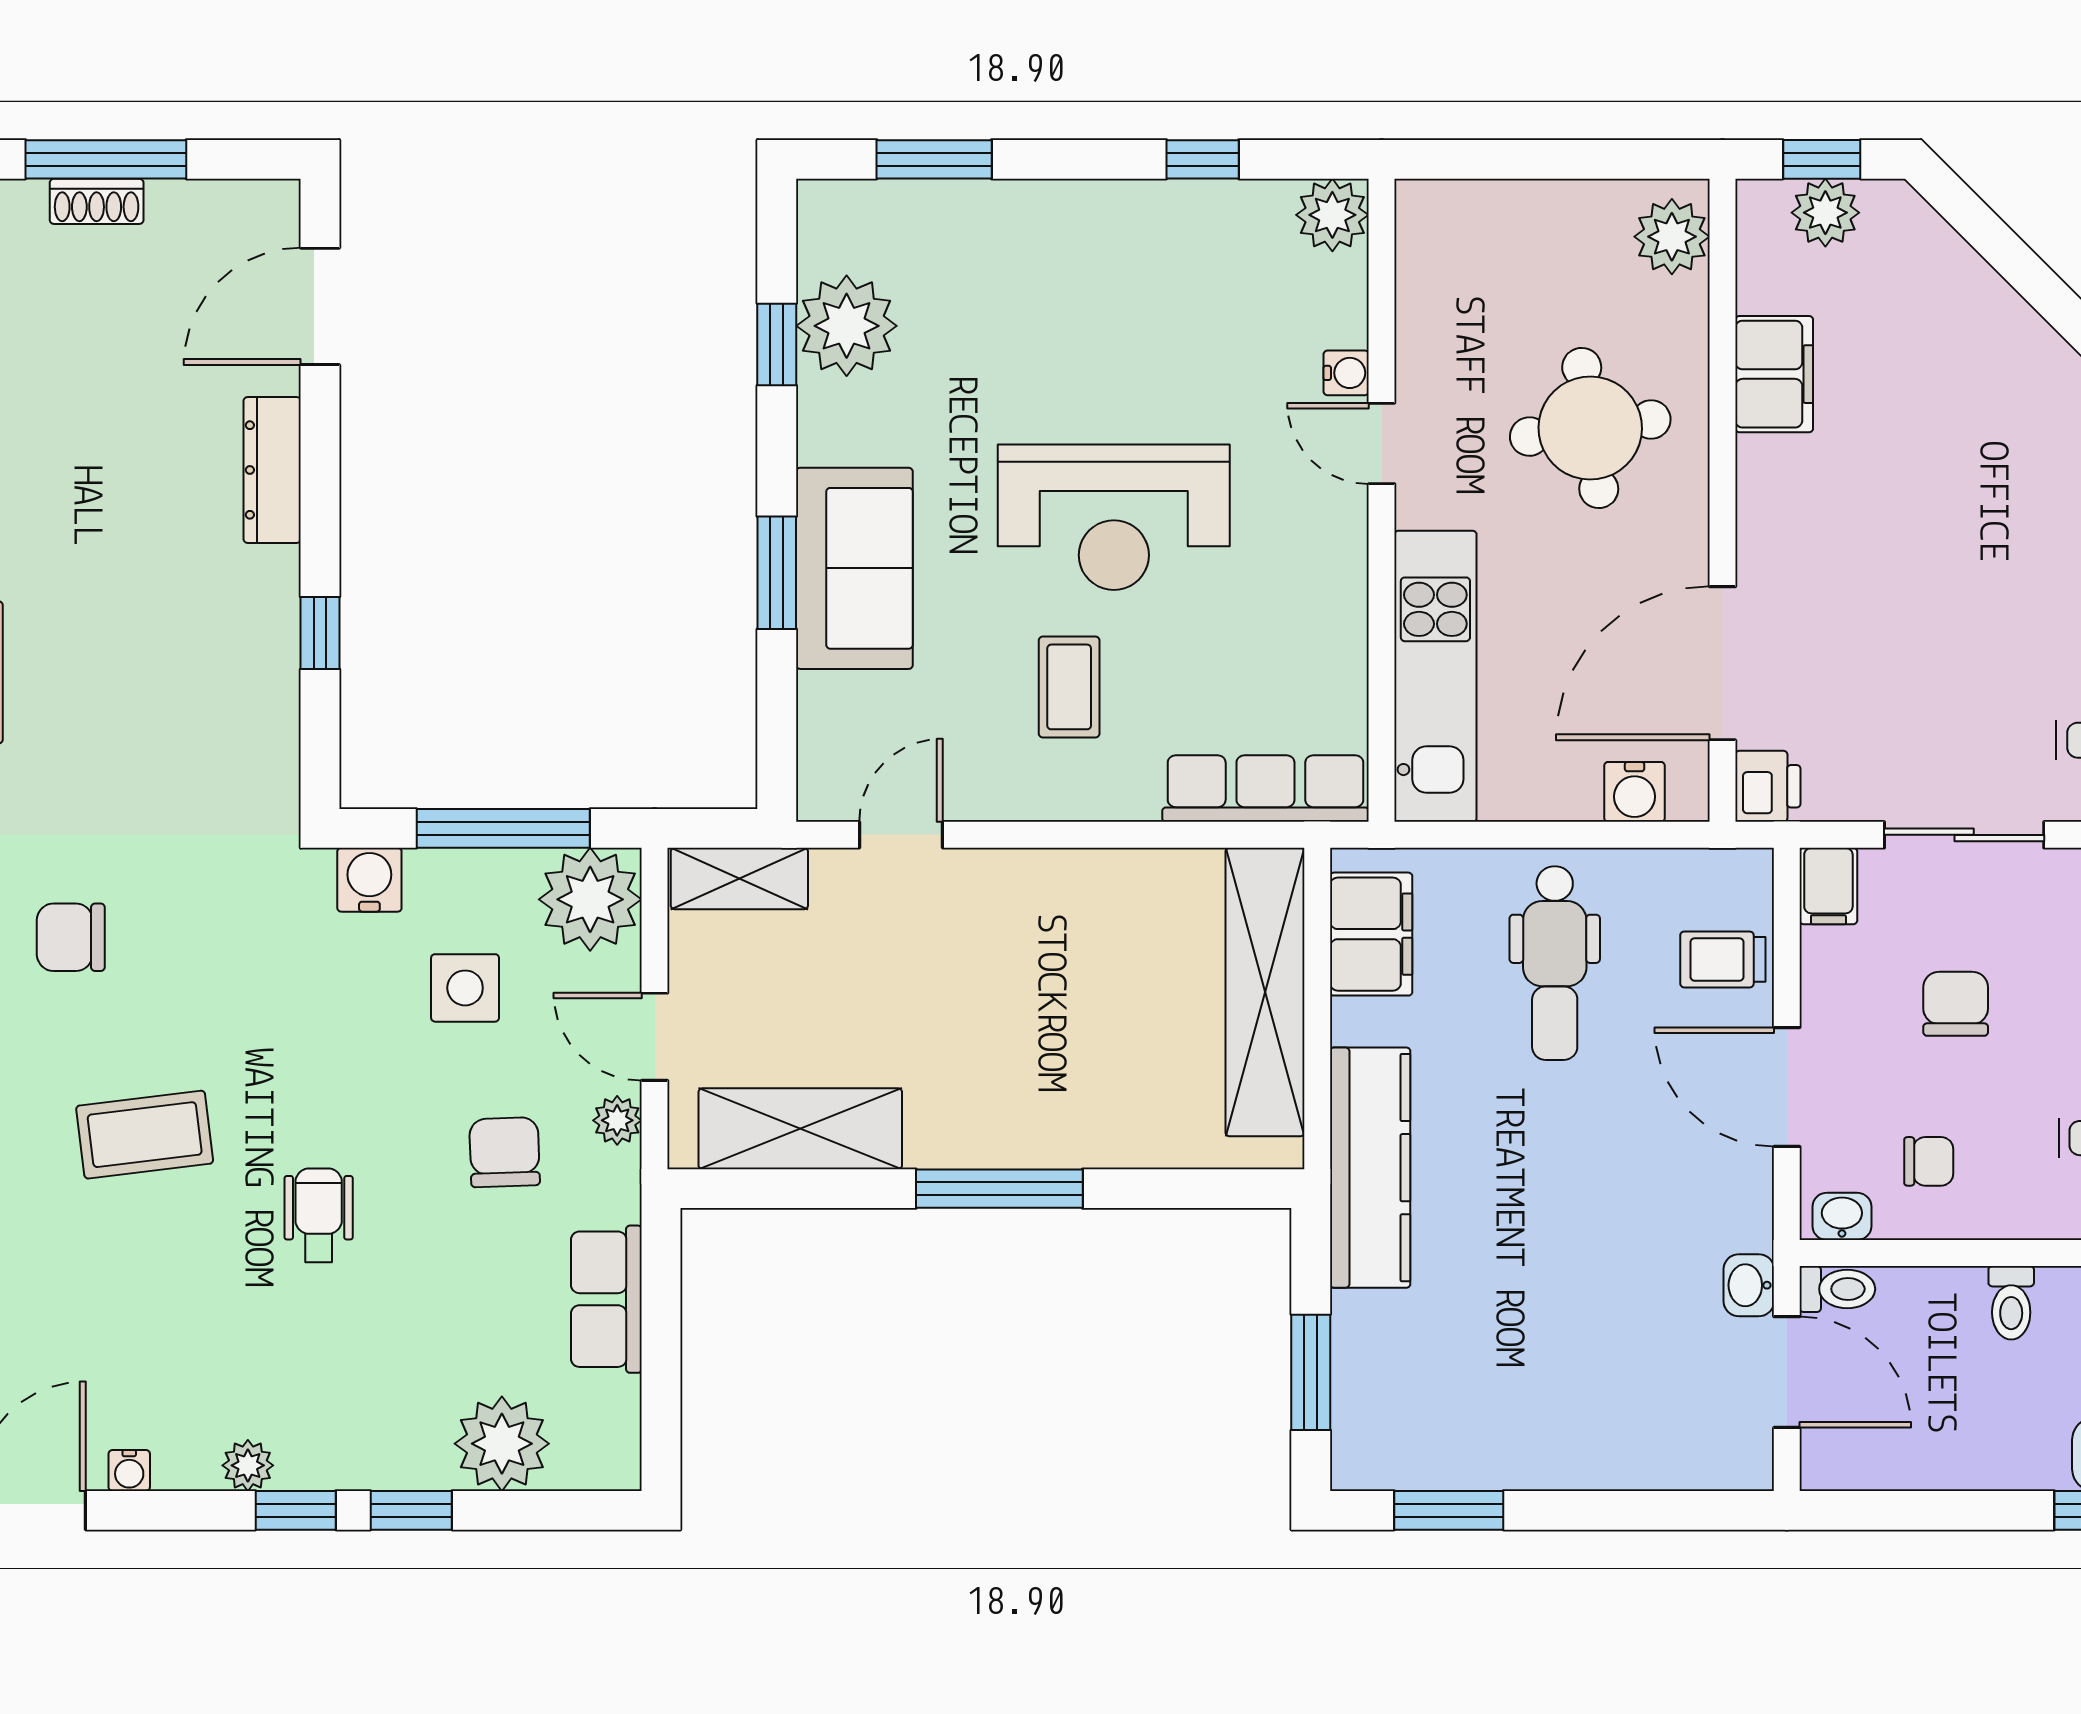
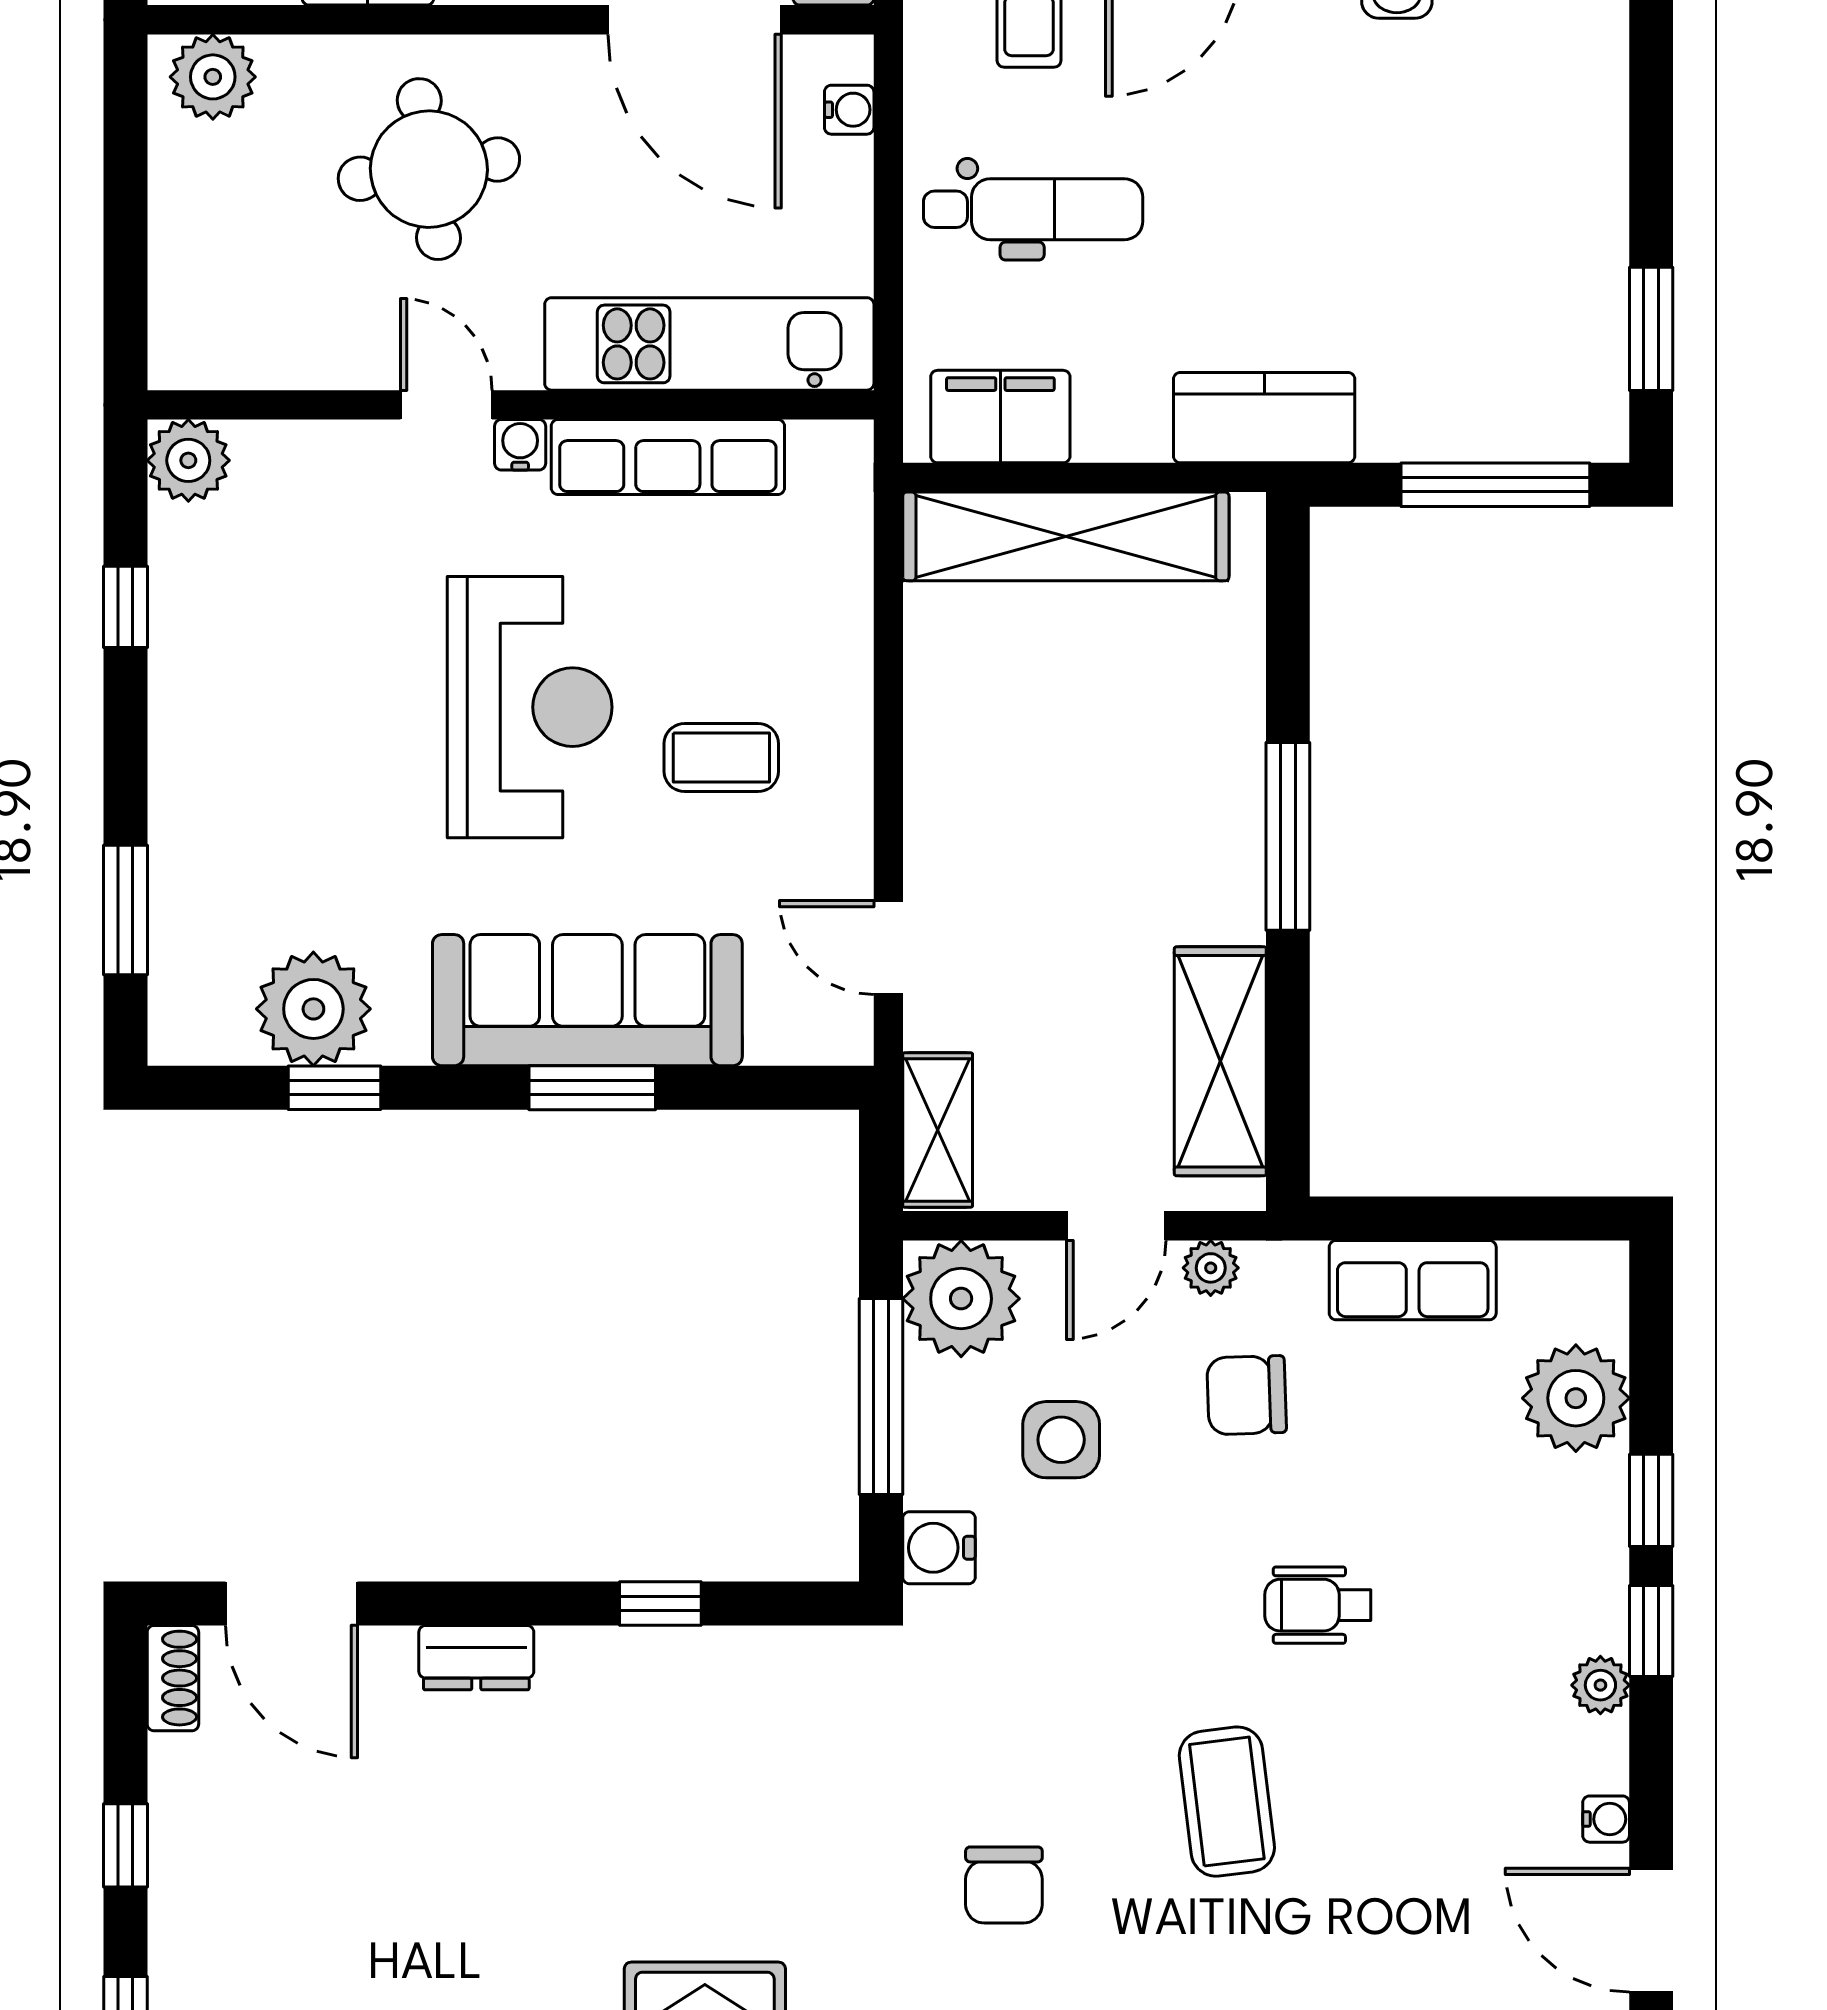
window: (106, 159) -> (125, 1845), width x0.46
shoe rack: (97, 201) -> (173, 1678), moved
water cooler: (1346, 373) -> (520, 445), moved
door: (1382, 443) -> (446, 405), swing flipped
dresser: (272, 470) -> (476, 1658), width x0.70
sofa: (854, 568) -> (587, 1000), width x1.36
row of seats: (1265, 789) -> (668, 457), moved, turned -90
water cooler: (1635, 792) -> (849, 110), width x0.72, depth x0.72
kitchen counter: (1370, 1168) -> (1264, 418), width x0.67
window: (1311, 1372) -> (1495, 485), width x1.44

